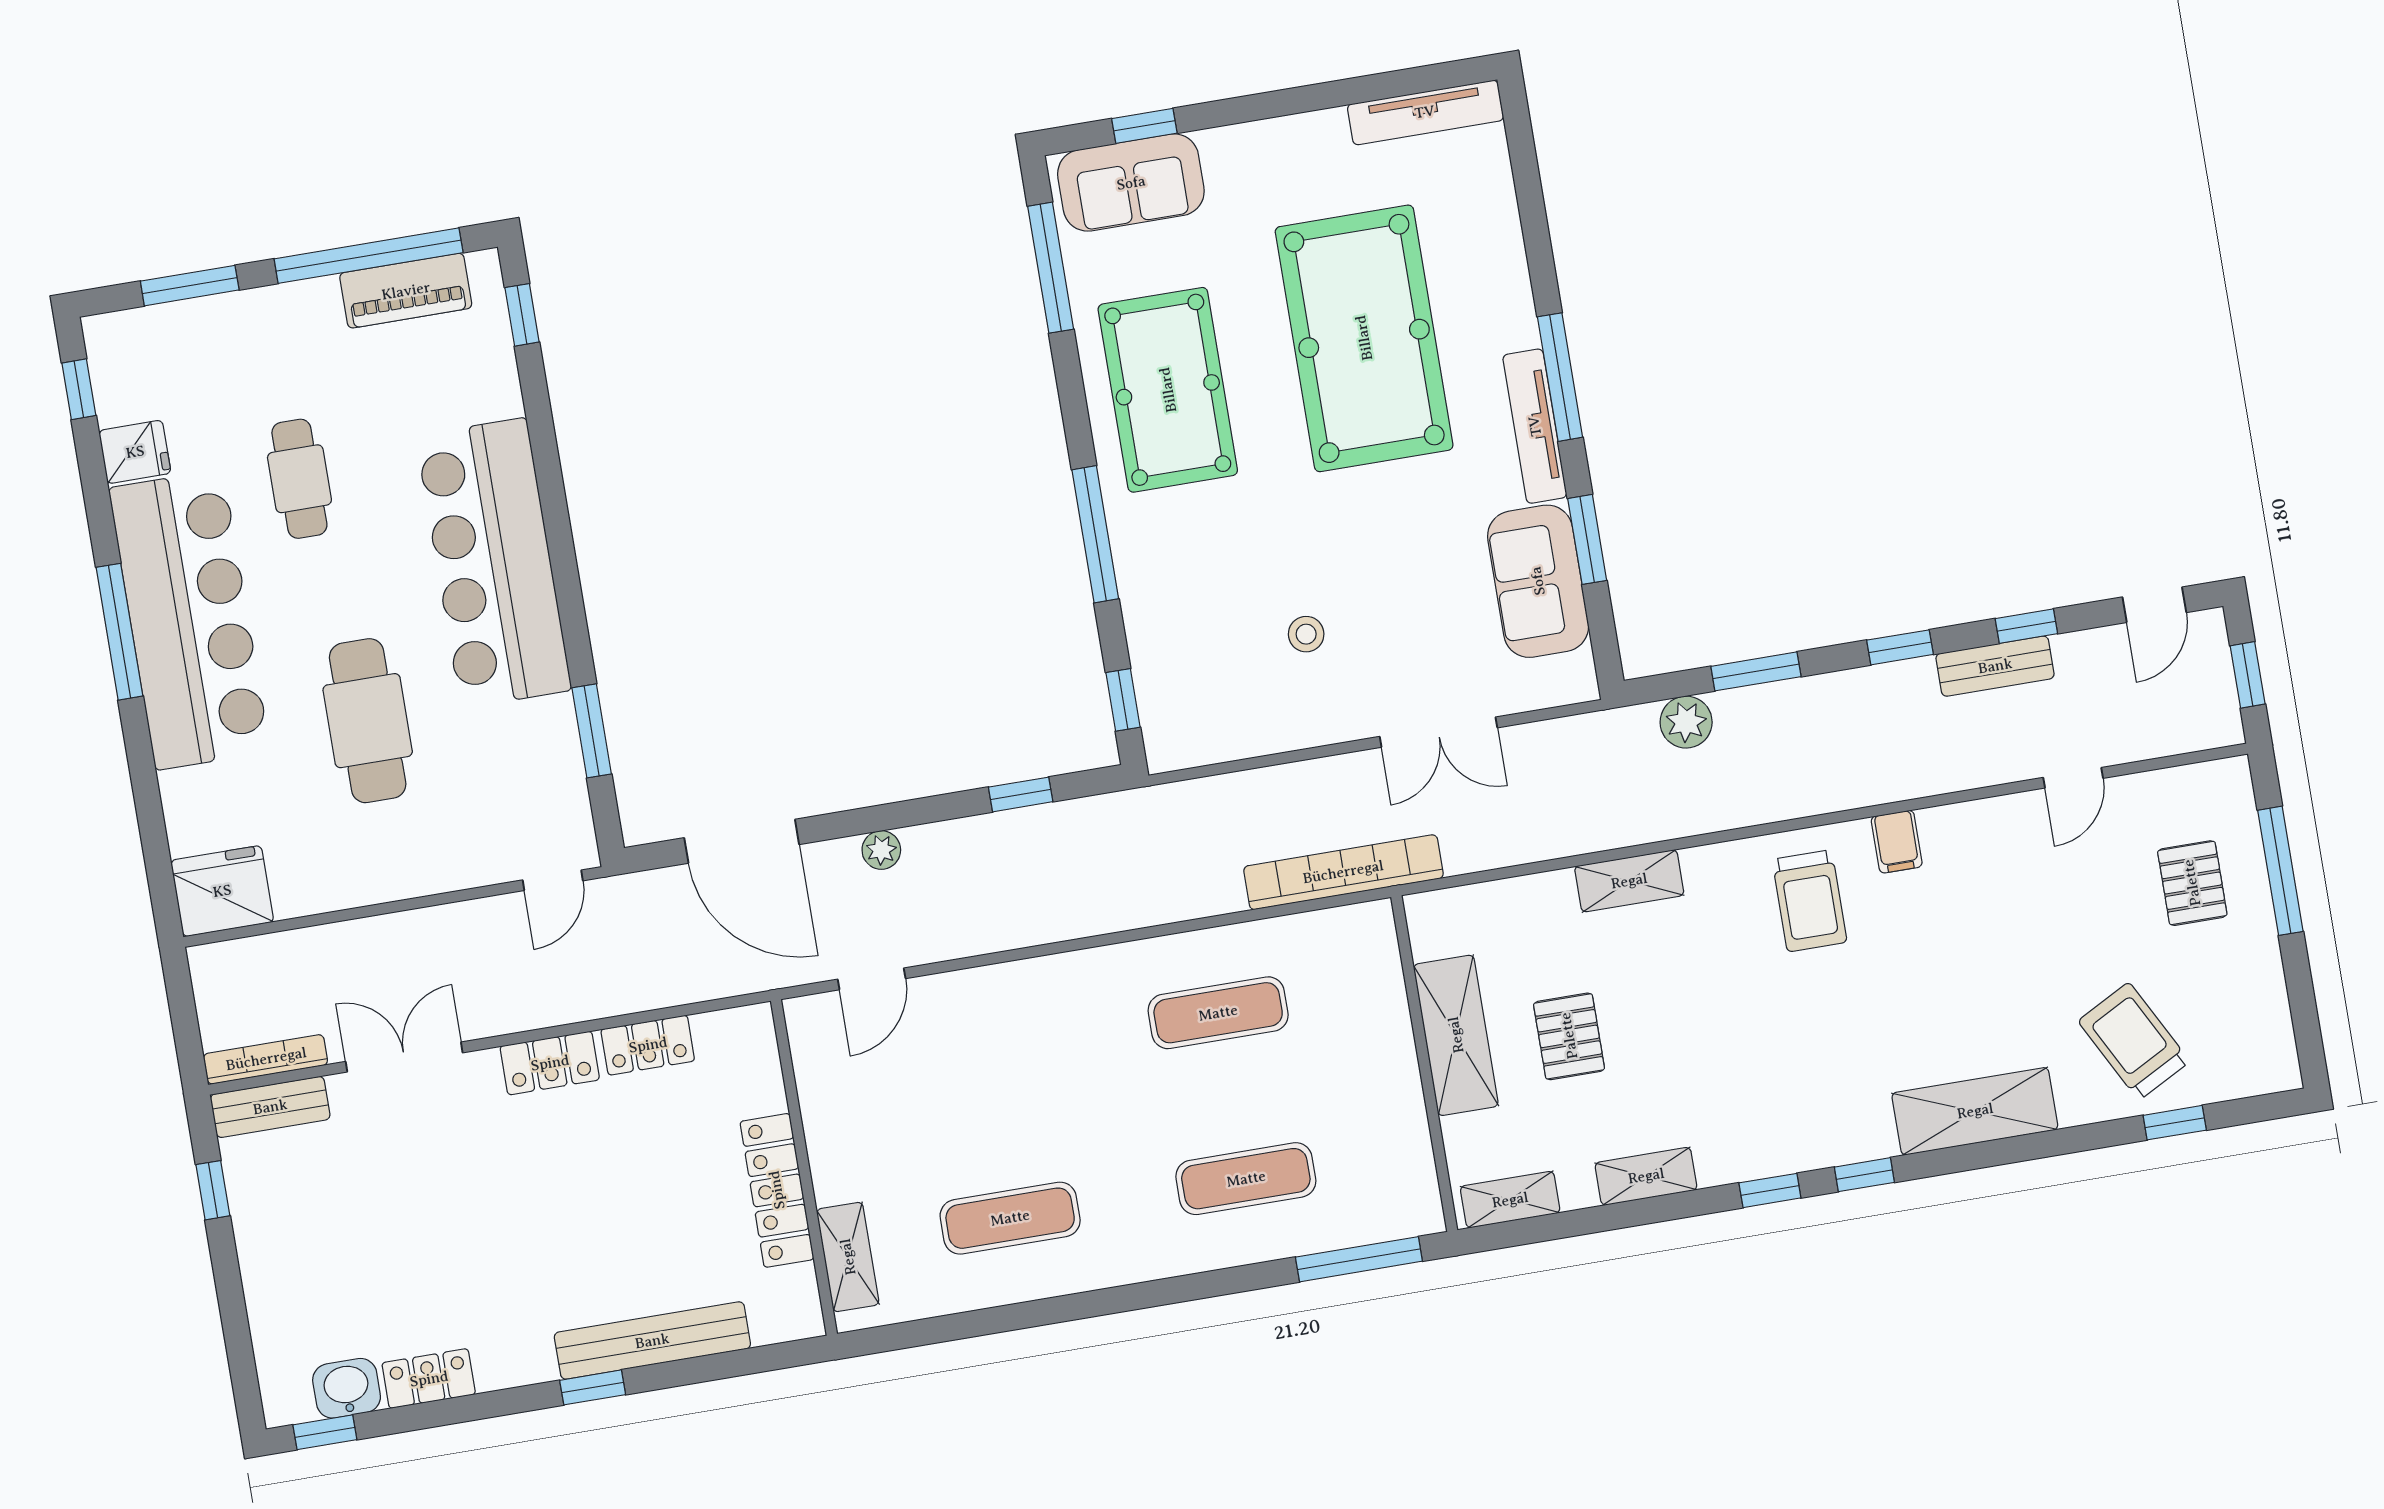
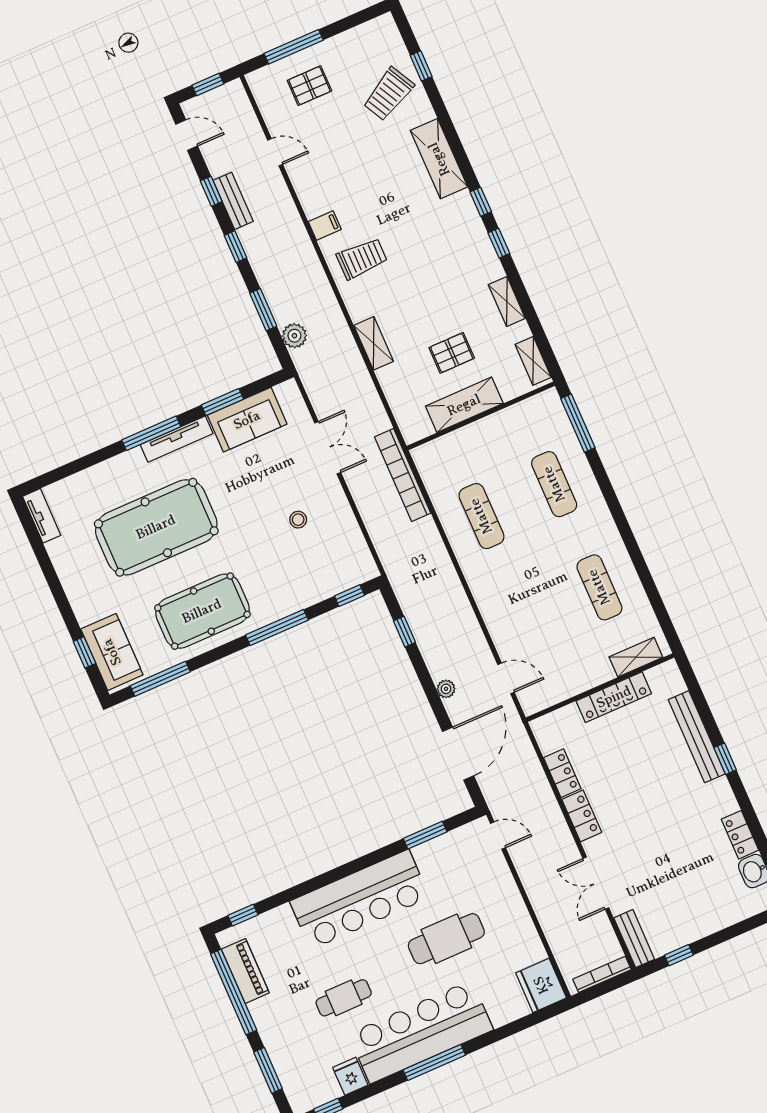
tv unit: (1425, 112) -> (42, 516), width x0.71
bookcase: (266, 1059) -> (602, 974), moved, turned 90

